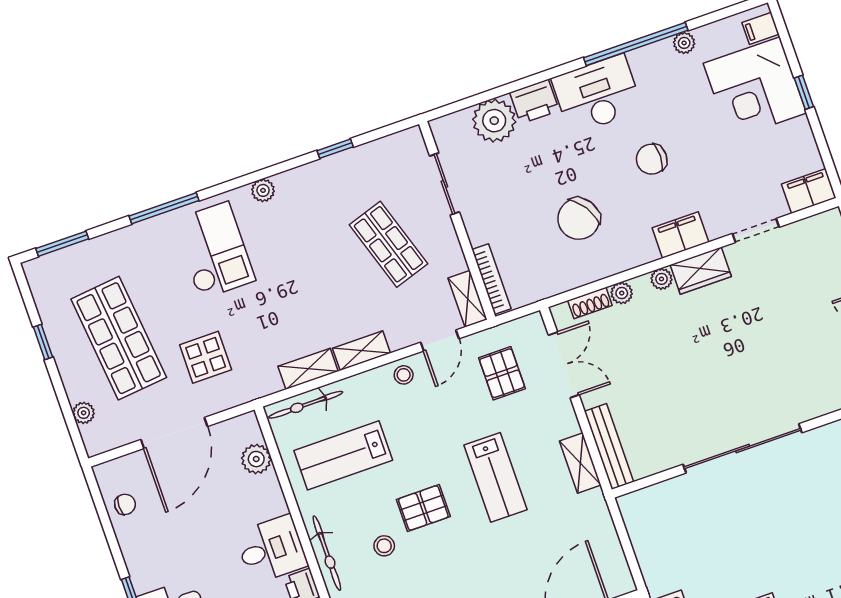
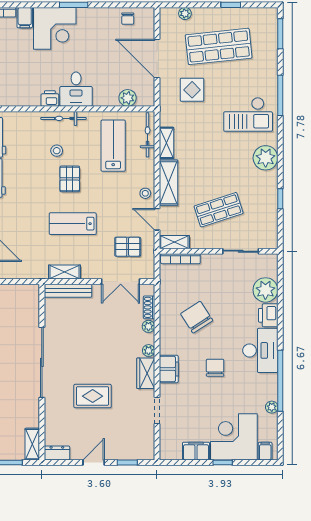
plant: (263, 190) -> (266, 158), width x1.88, depth x1.88
filing cabinet: (809, 191) -> (196, 451), moved, turned -90
rug: (769, 345) -> (93, 396), added
shelving: (361, 351) -> (169, 183), width x1.50, depth x1.33

